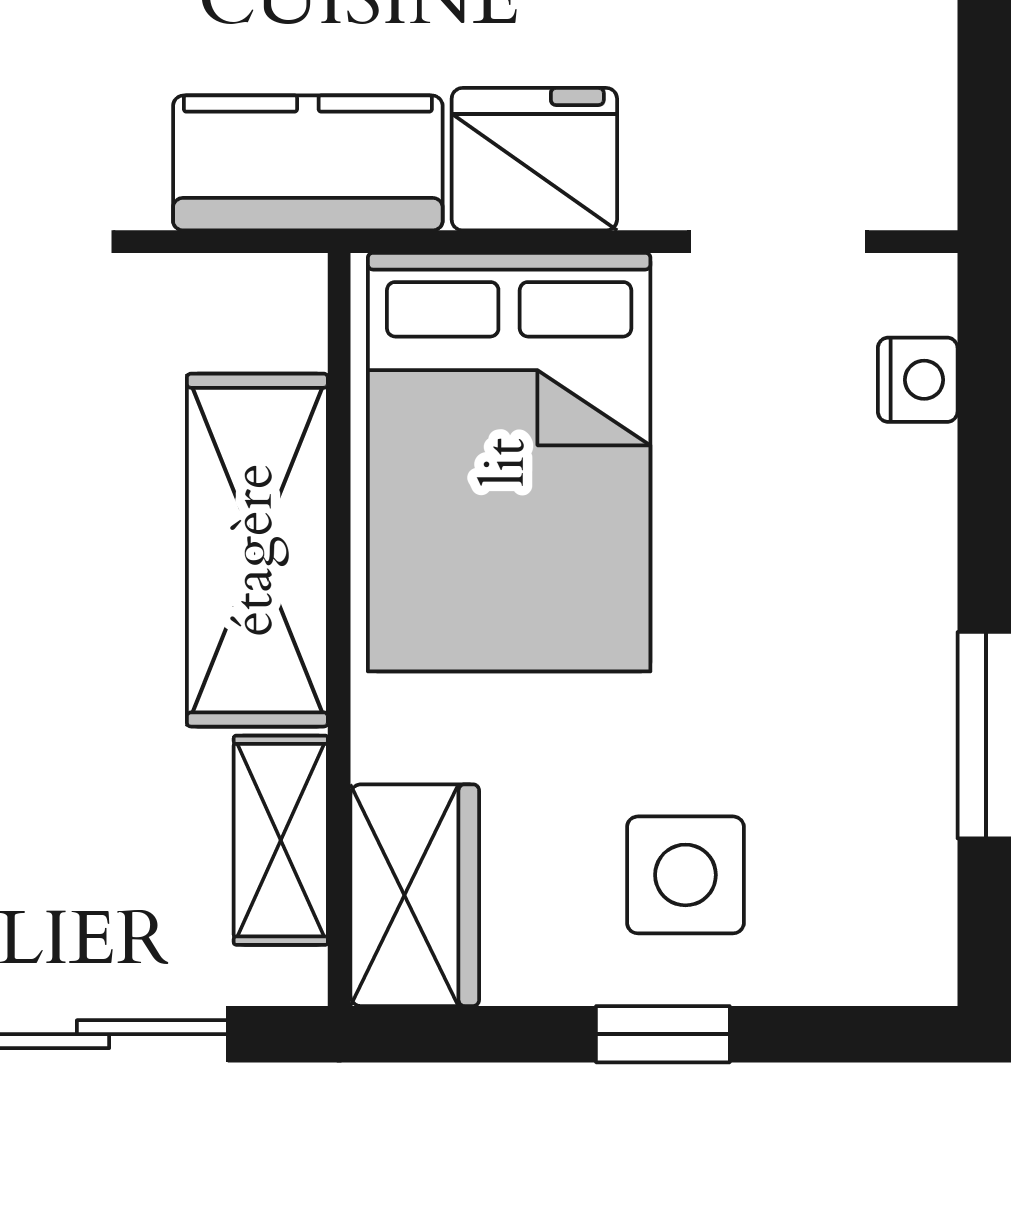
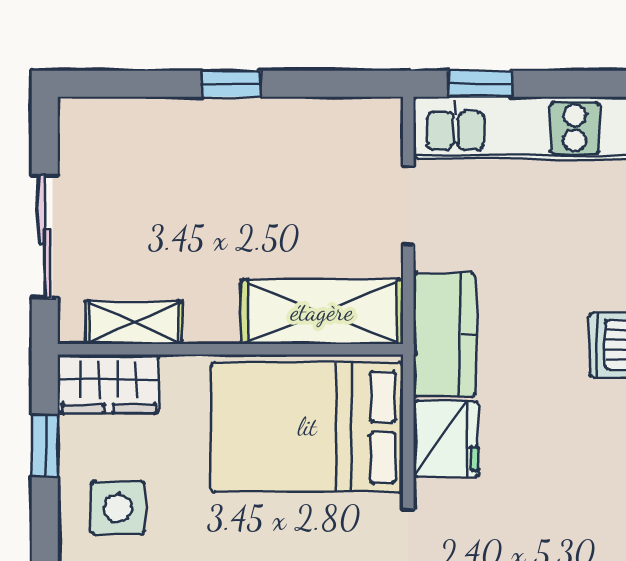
shelving: (257, 550) -> (322, 312), moved
window: (663, 1034) -> (45, 446), moved

